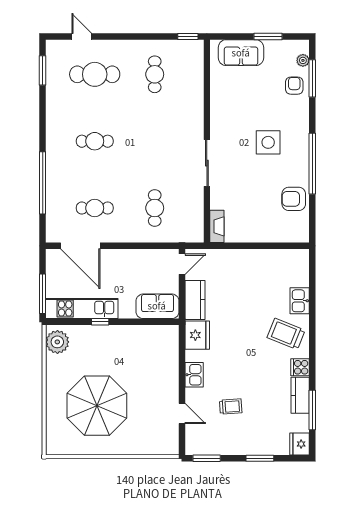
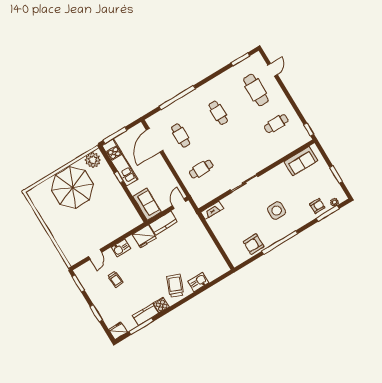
sofa: (241, 53) -> (301, 161), moved, turned -90
armchair: (294, 199) -> (254, 244), turned -90
door: (182, 264) -> (179, 204), swing flipped
parasol: (97, 406) -> (73, 187), moved

